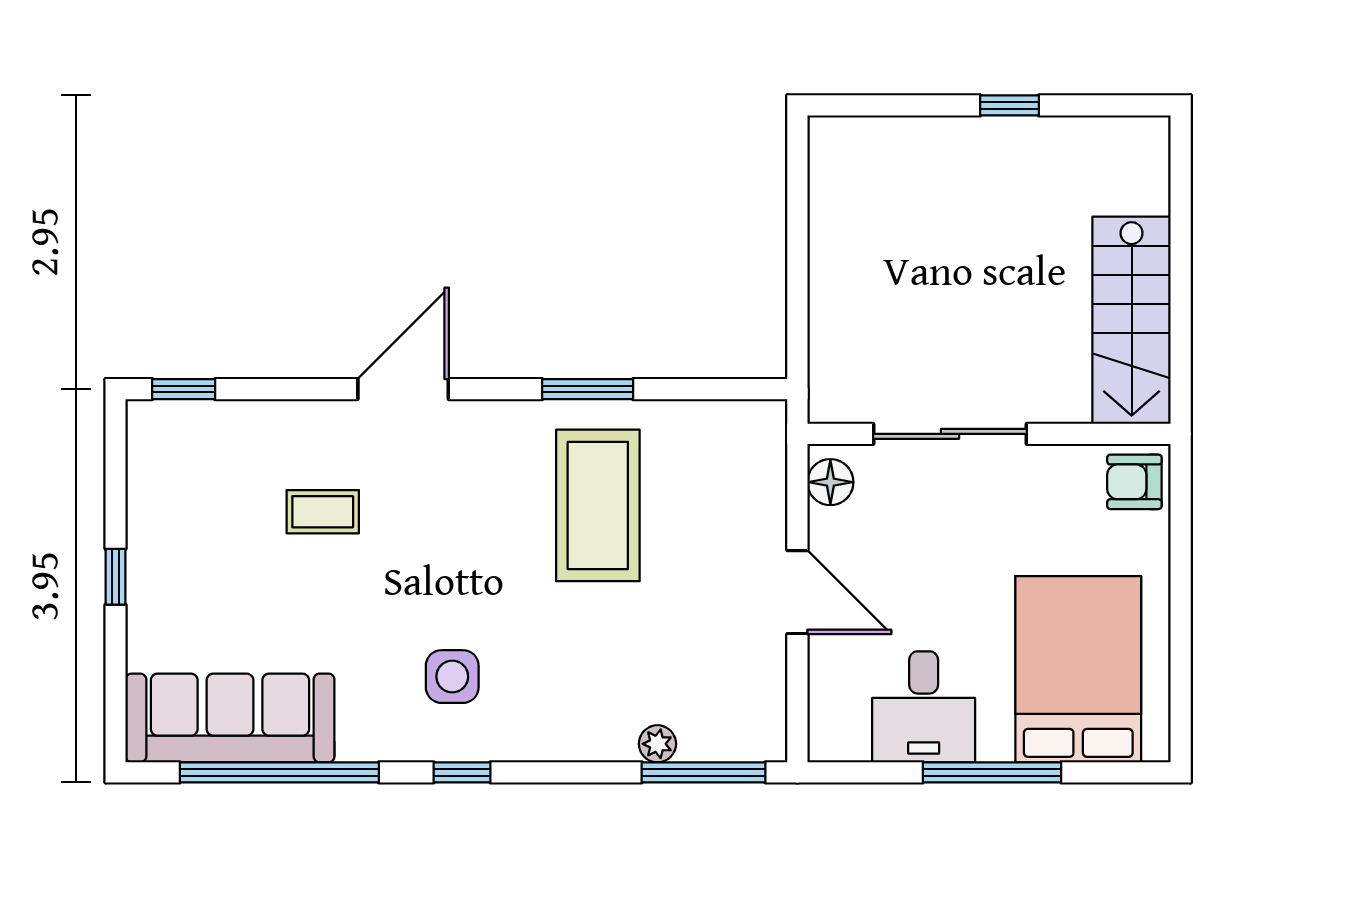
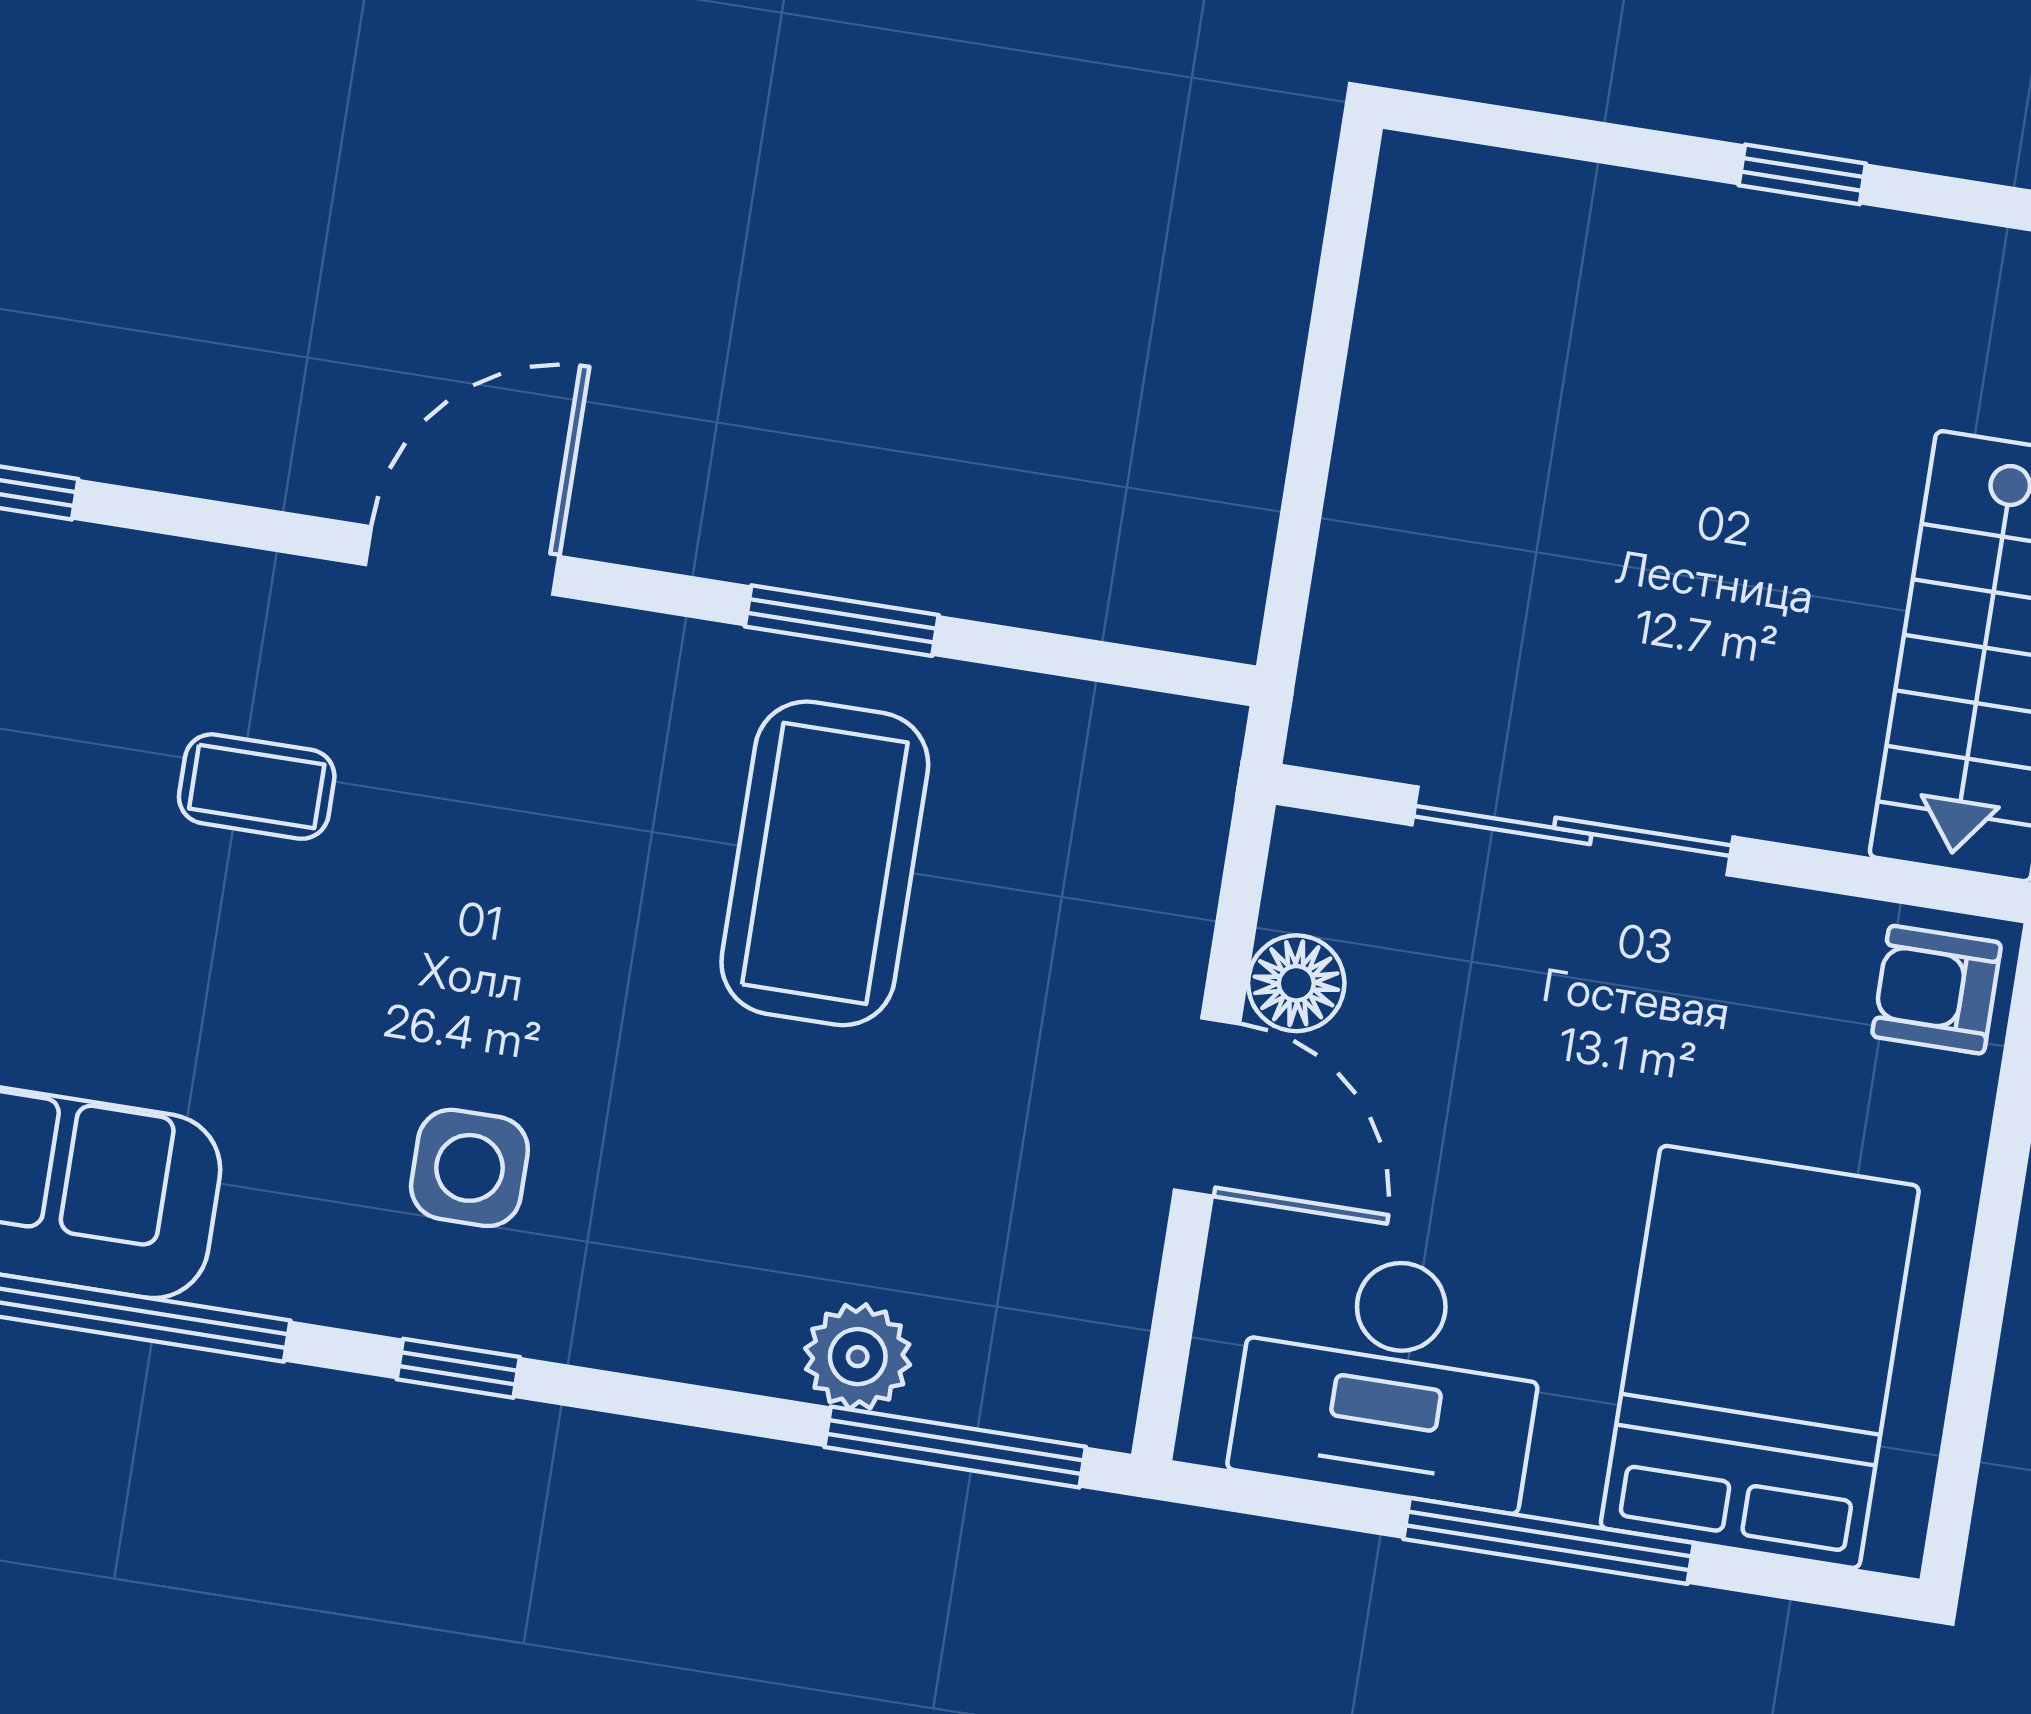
floor lamp: (830, 482) -> (1296, 983), moved
desk: (924, 707) -> (1390, 1378), width x1.37
plant: (657, 744) -> (858, 1357), width x1.38, depth x1.38

